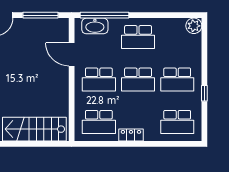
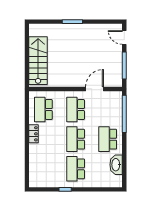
washbasin: (95, 26) -> (116, 165), moved
plant: (194, 26) -> (116, 181), removed
school desk: (177, 122) -> (43, 169), removed

